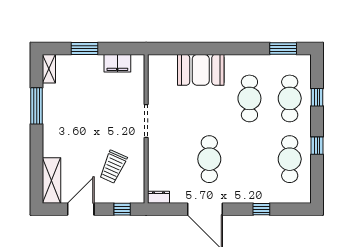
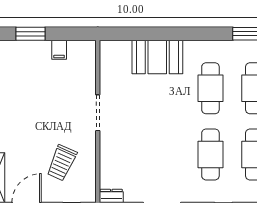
filing cabinet: (117, 63) -> (59, 50), width x0.50
cafe table: (209, 159) -> (210, 154), moved

